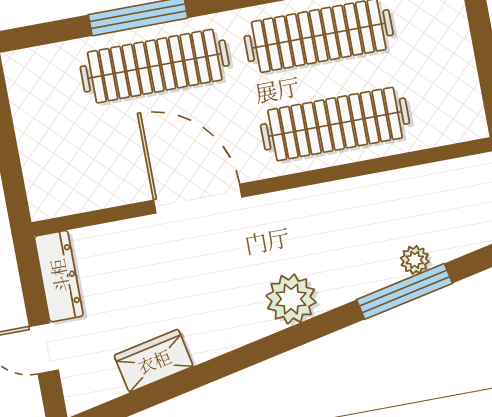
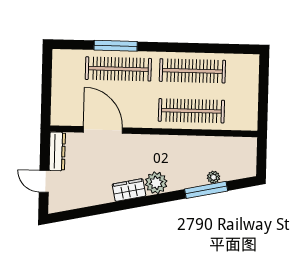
door: (198, 199) -> (103, 130), moved
wardrobe: (154, 361) -> (129, 190), moved

